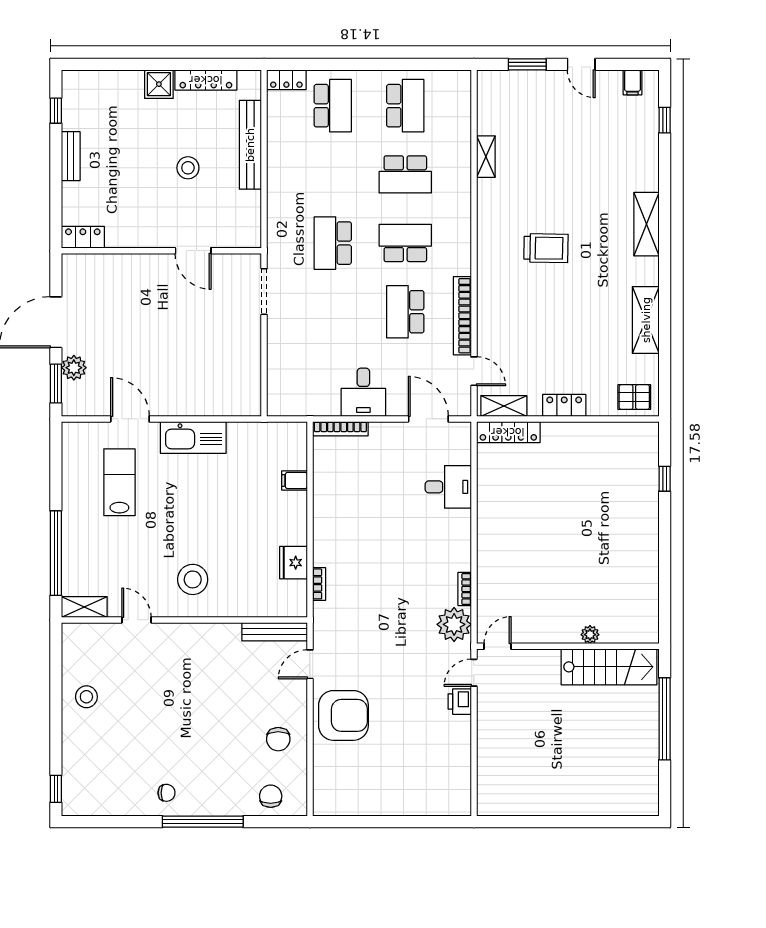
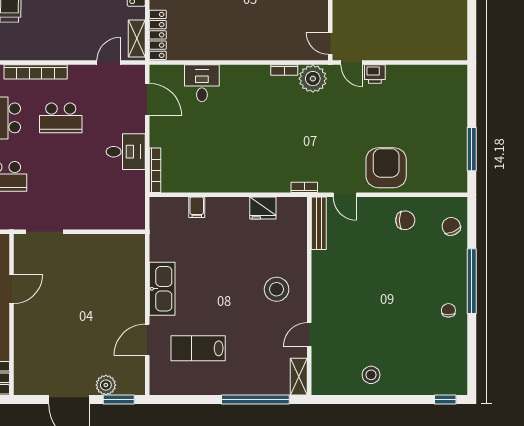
bookcase: (462, 316) -> (36, 72), moved
door: (428, 419) -> (147, 99), swing flipped
bookcase: (319, 584) -> (304, 187), moved
chair: (271, 796) -> (451, 226), turned 66
window: (367, 822) -> (472, 149), added

